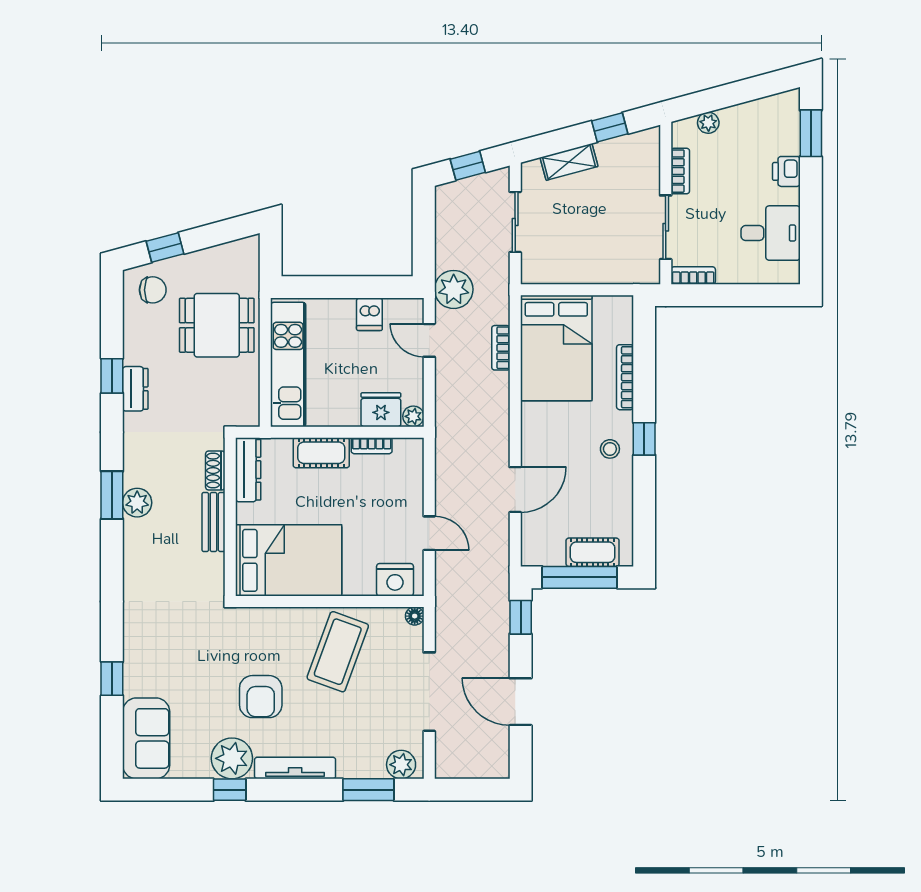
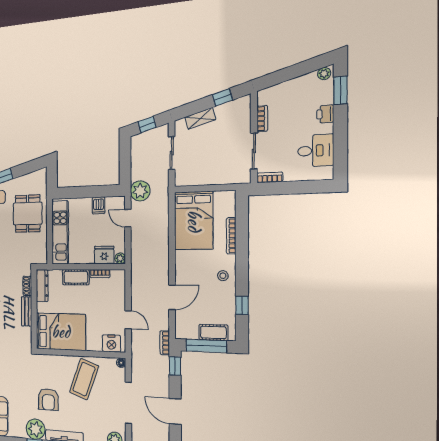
plant: (708, 123) -> (324, 74), moved
dining table: (217, 325) -> (28, 214), turned 90
bookcase: (501, 348) -> (165, 343), moved
window: (644, 439) -> (242, 305), moved

